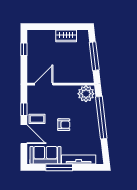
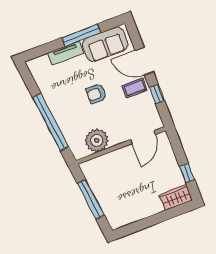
wardrobe: (66, 36) -> (176, 198), moved
plant: (86, 94) -> (97, 140), moved
tv unit: (79, 160) -> (66, 53), width x0.71

